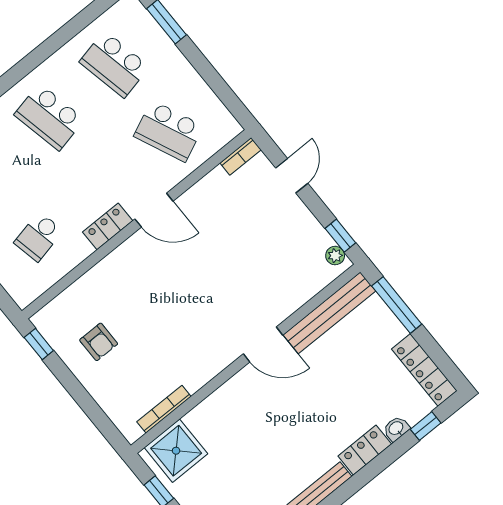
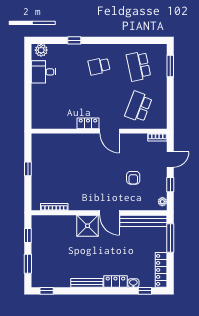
school desk: (49, 117) -> (99, 66), width x0.54
school desk: (169, 131) -> (139, 107), turned 45
window: (340, 236) -> (170, 185), moved
school desk: (39, 237) -> (60, 107), removed
armchair: (99, 342) -> (133, 178), moved
window: (39, 344) -> (28, 169), moved
shower: (176, 451) -> (88, 226), moved

